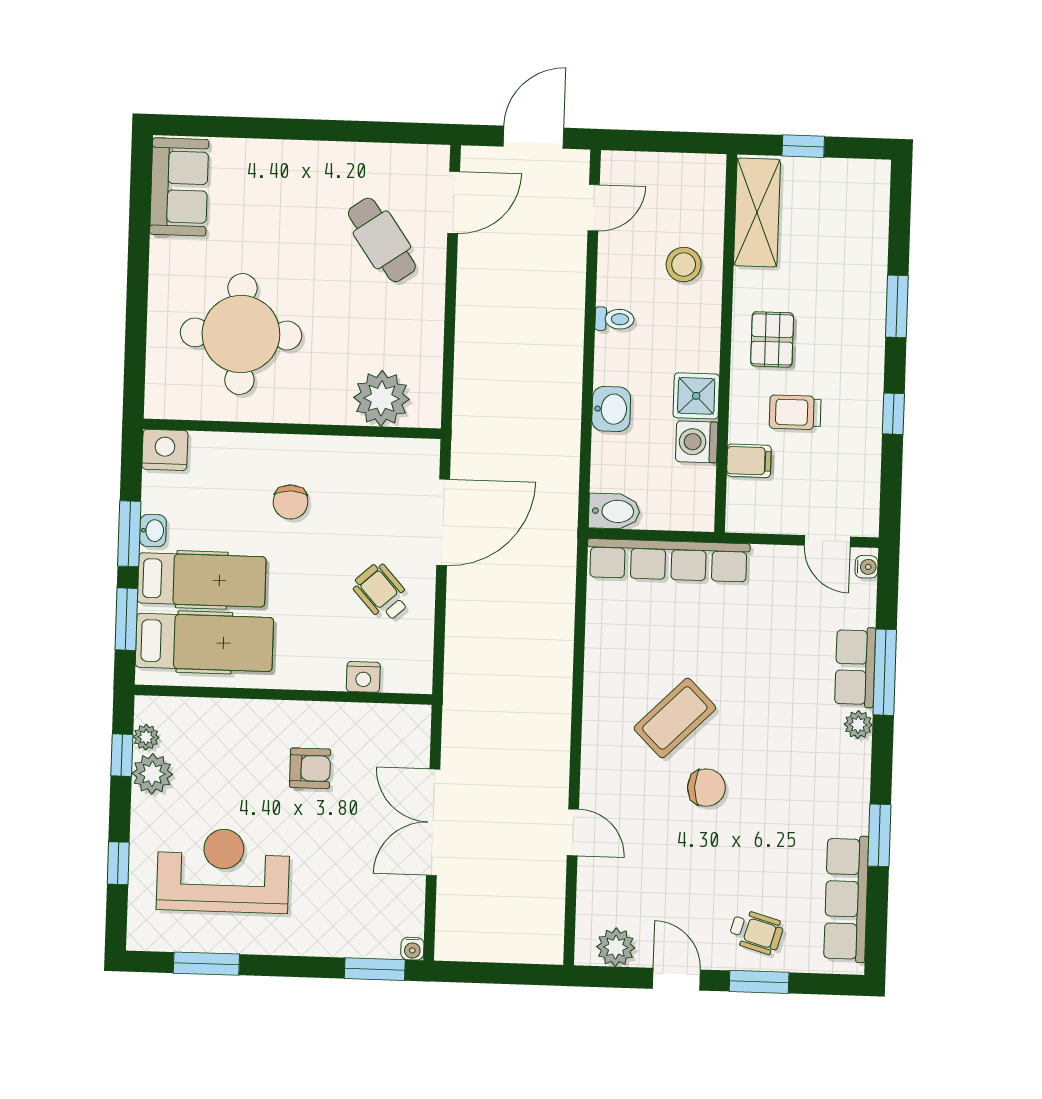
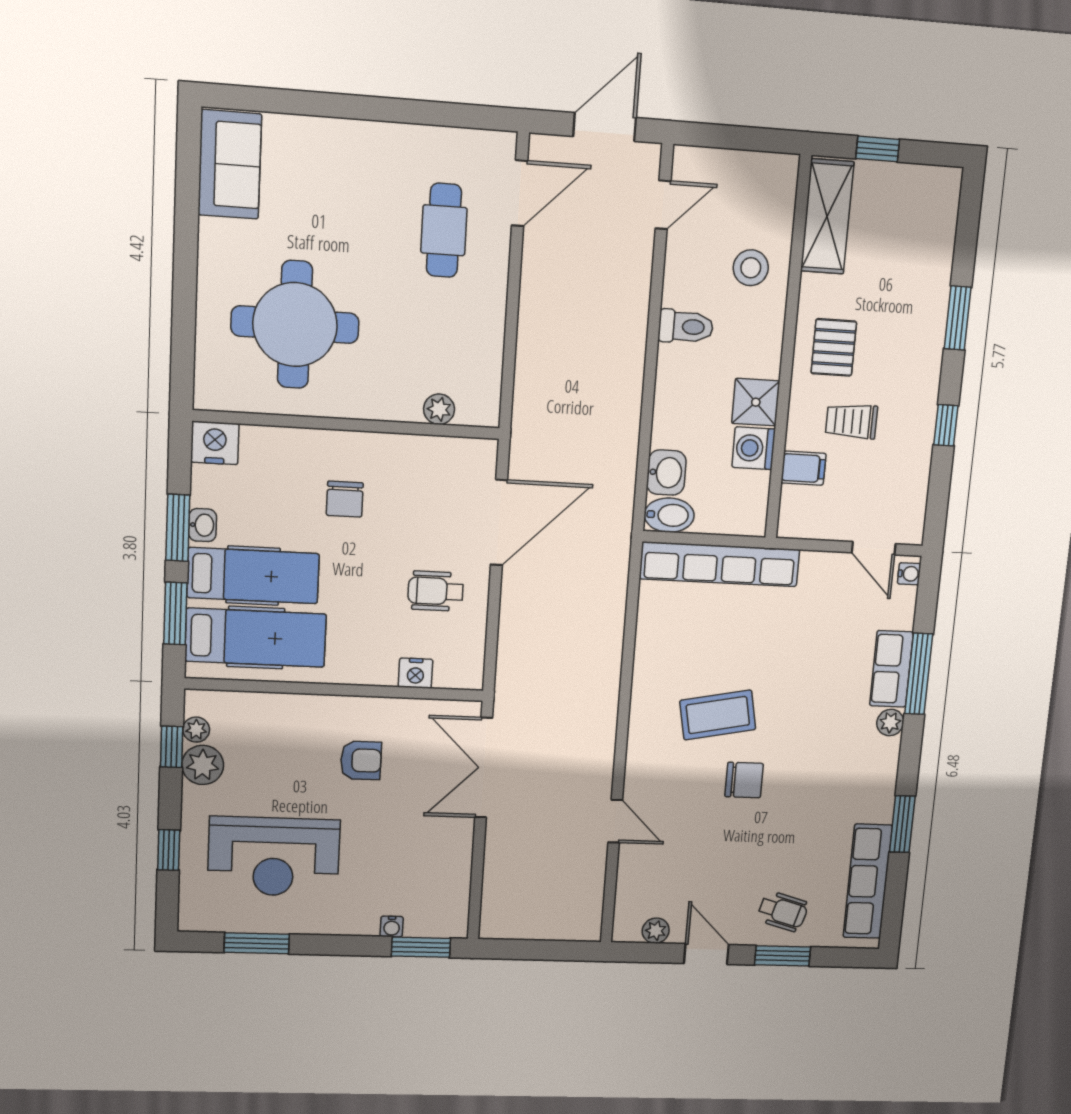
cafe table: (382, 240) -> (444, 230), turned 35
toilet: (615, 319) -> (686, 327), width x1.37, depth x1.39
plant: (381, 398) -> (439, 409), width x0.53, depth x0.53
washbasin: (611, 409) -> (666, 473), moved
wheelchair: (382, 593) -> (436, 591), turned -48
coffee table: (675, 718) -> (718, 715), turned 34
double door: (433, 822) -> (484, 768), moved
reception desk: (223, 870) -> (274, 857), turned 180
plant: (616, 947) -> (656, 931), width x0.73, depth x0.73
water cooler: (412, 949) -> (392, 927), moved

